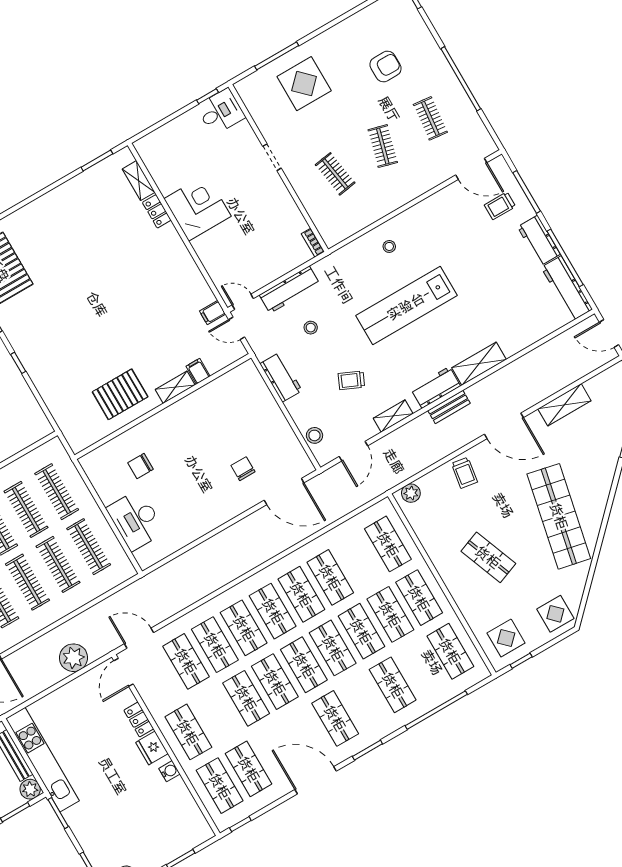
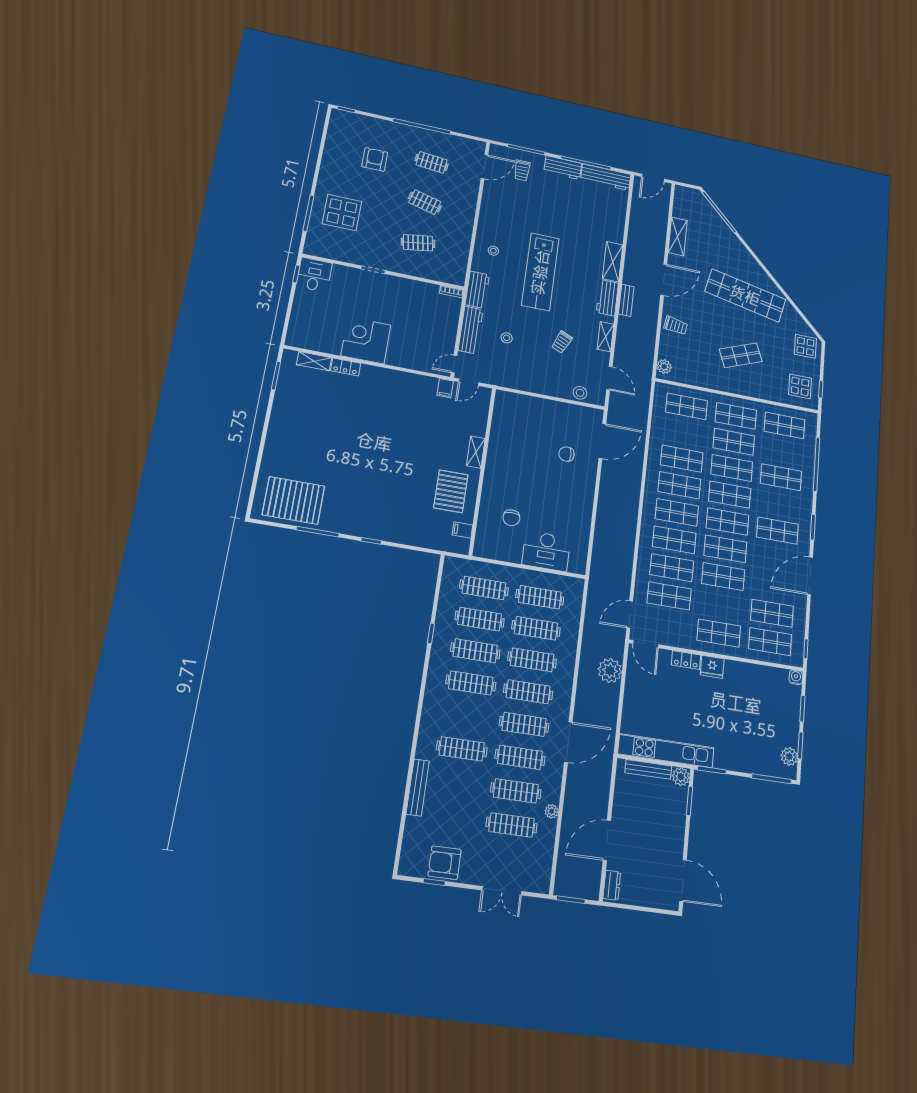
filing cabinet: (198, 371) -> (462, 530), moved
workbench: (281, 377) -> (477, 290), moved, turned 90
water cooler: (169, 771) -> (796, 677), moved

